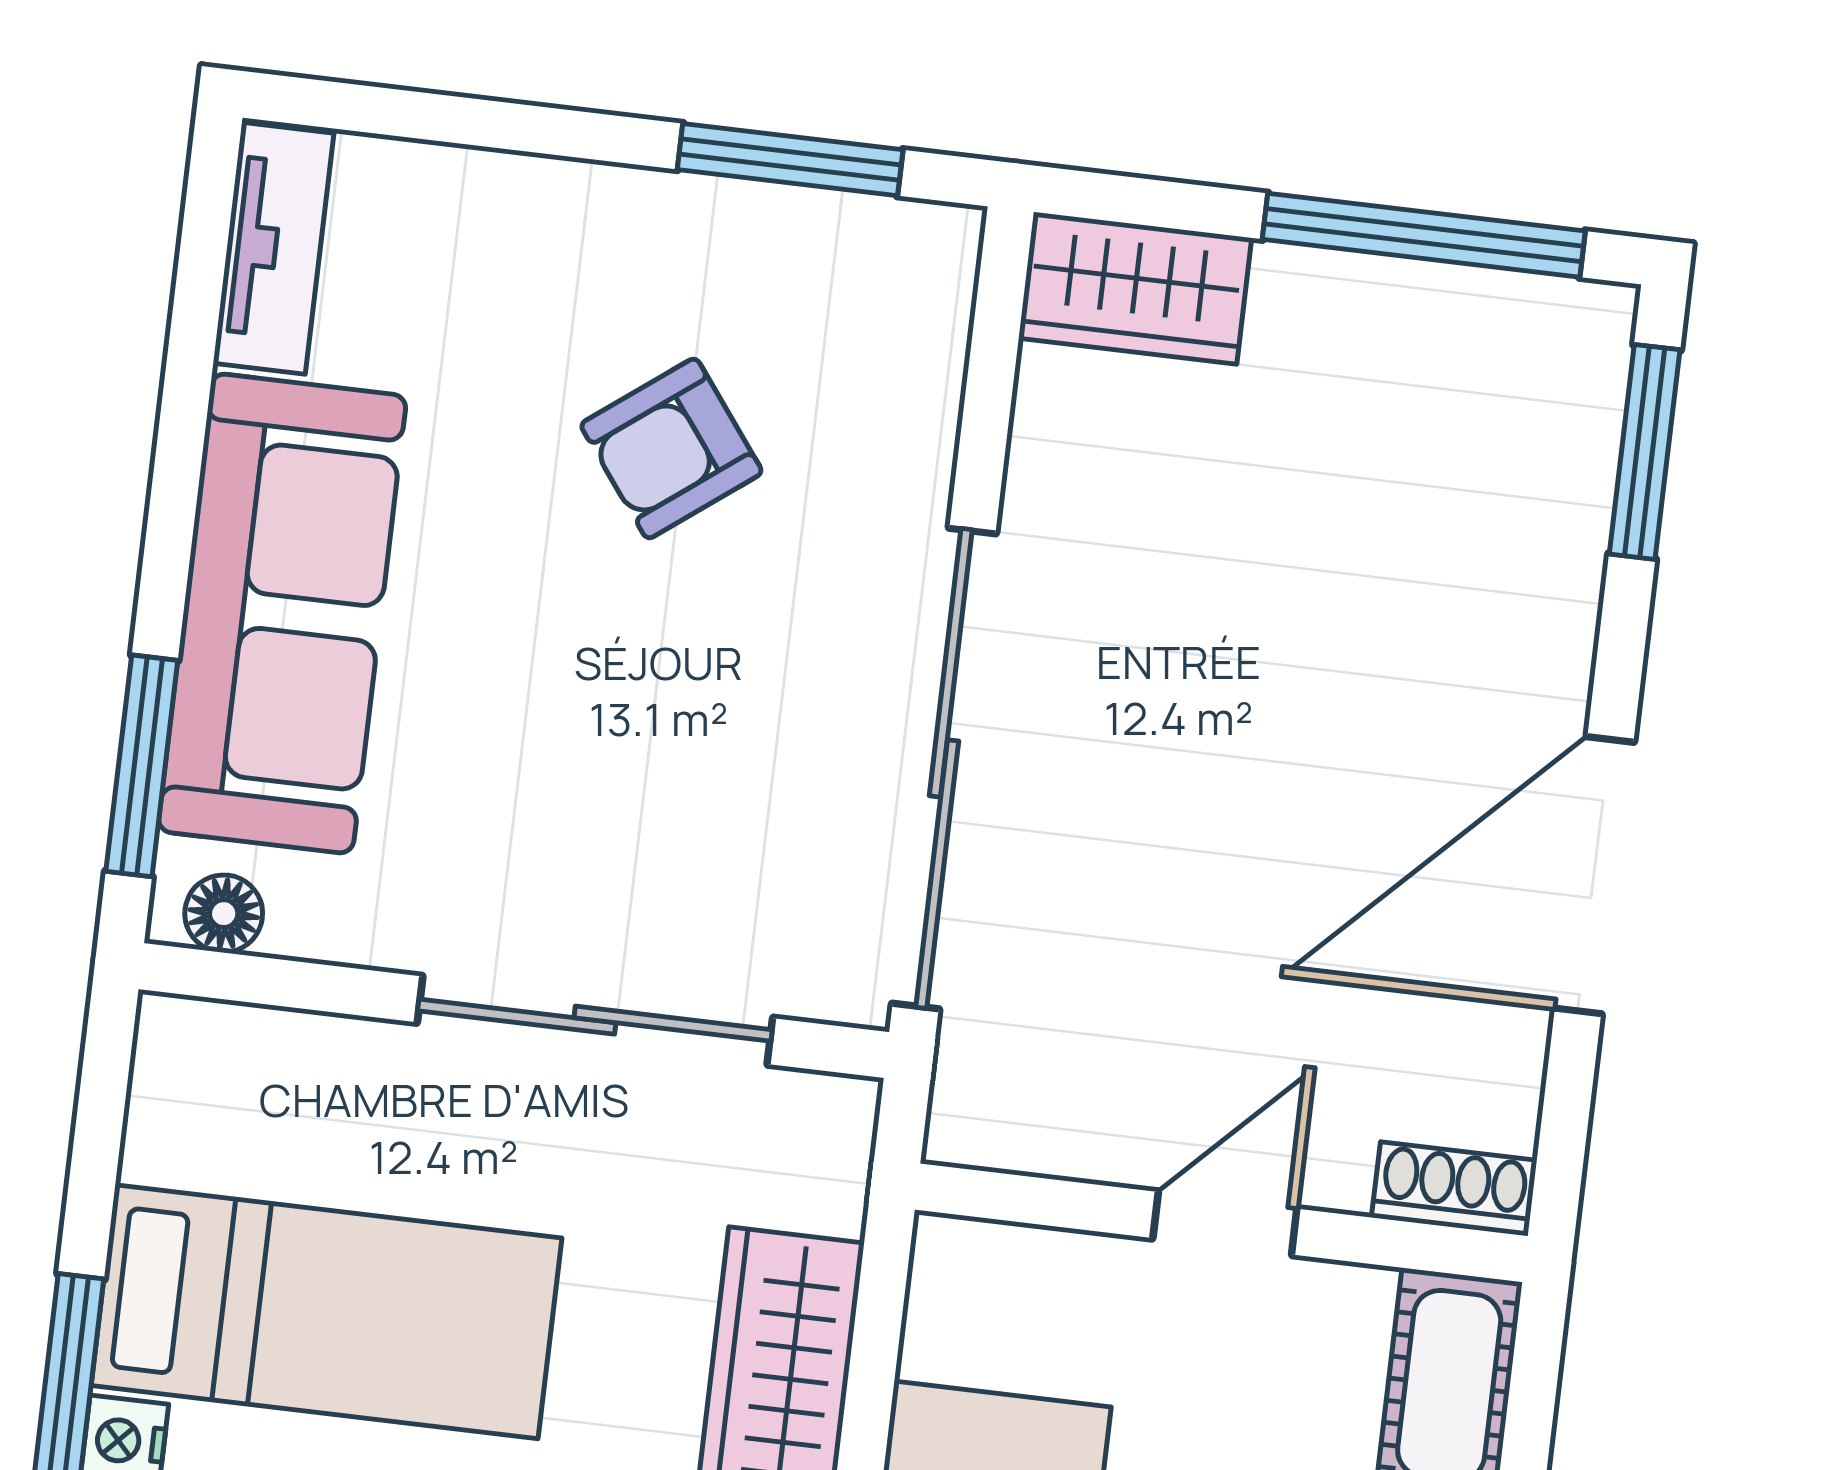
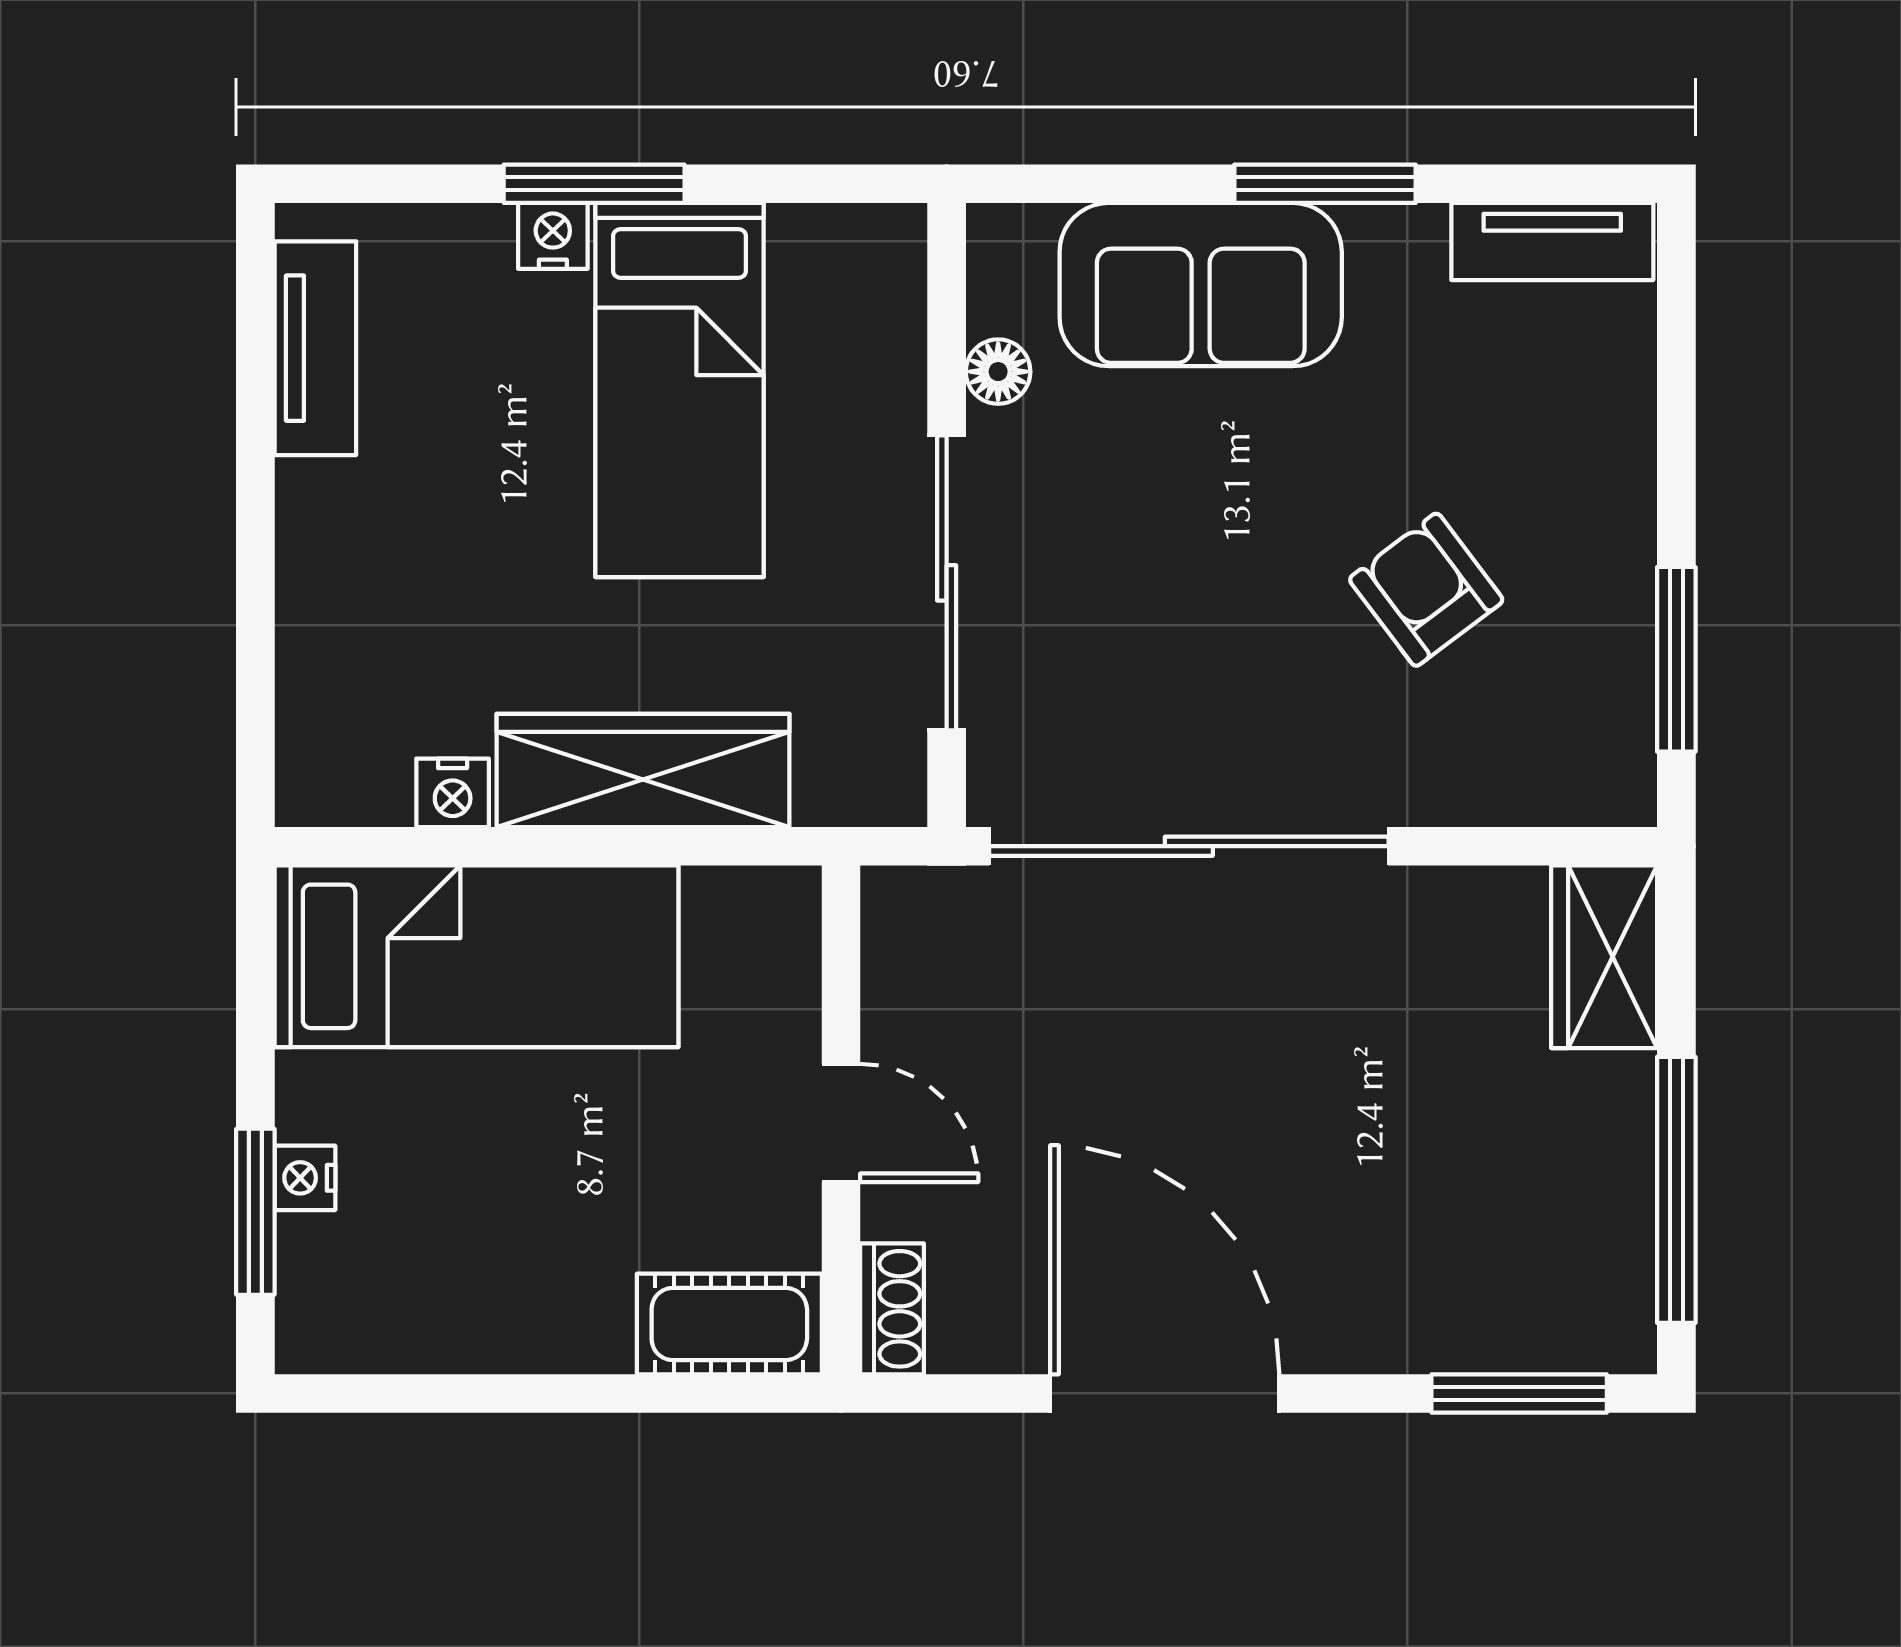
sofa: (282, 614) -> (1201, 285), width x0.73
window: (142, 766) -> (1325, 184), moved
floor lamp: (224, 914) -> (998, 372), moved

